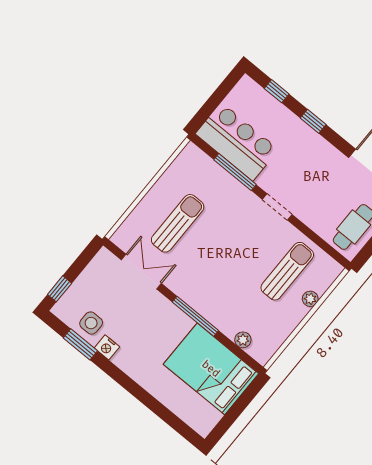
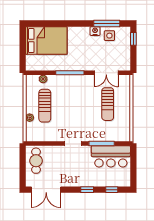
sun lounger: (287, 271) -> (45, 106), moved
window: (80, 344) -> (107, 24), width x1.44
bed: (211, 369) -> (46, 41), moved

